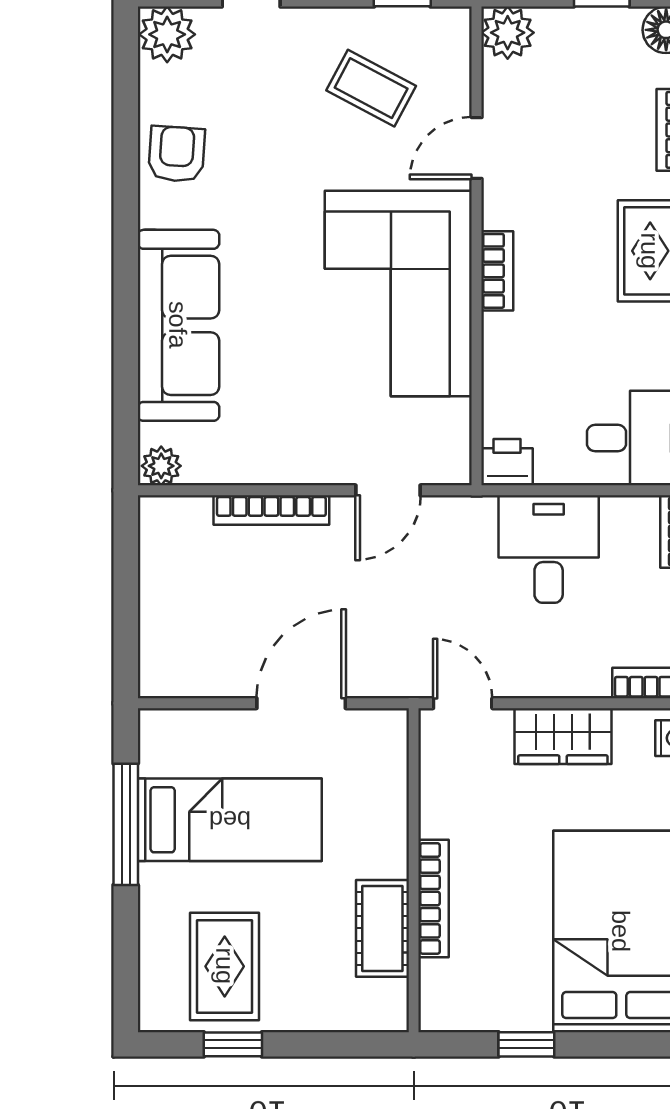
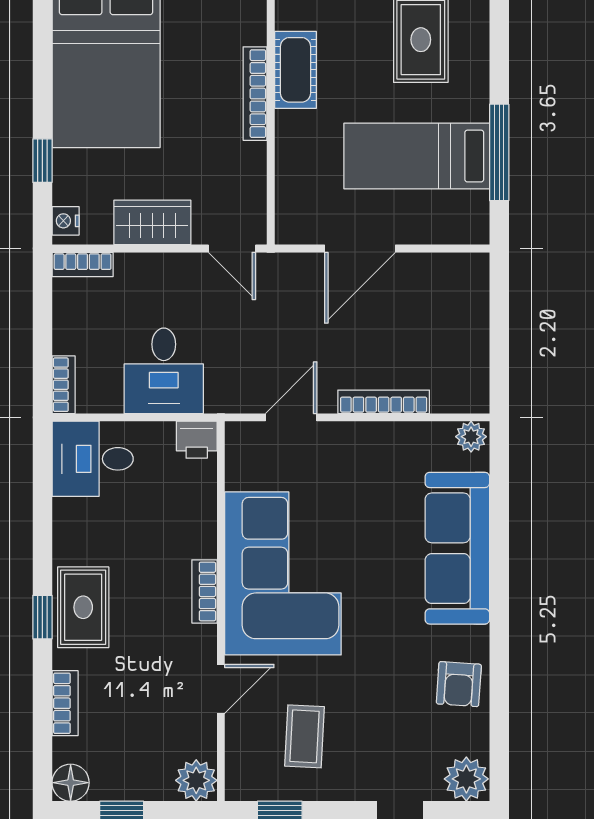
coffee table: (371, 88) -> (305, 736), turned 65

